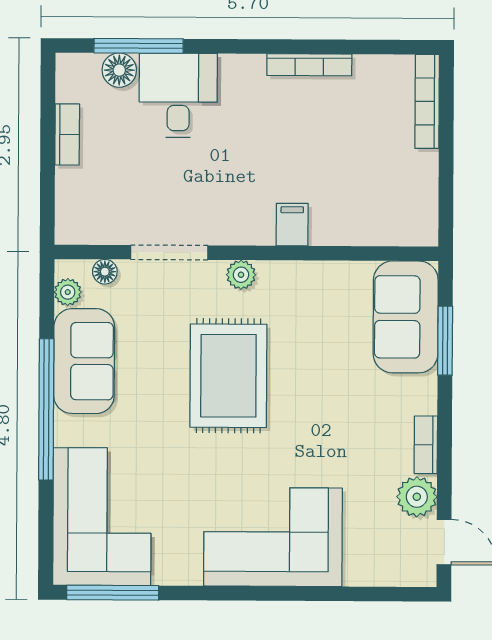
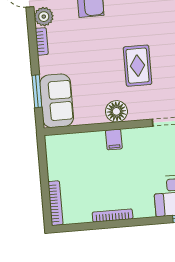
plant: (241, 275) -> (136, 114), removed
floor lamp: (282, 283) -> (116, 111), added
rug: (228, 376) -> (138, 66), width x0.73, depth x0.70

